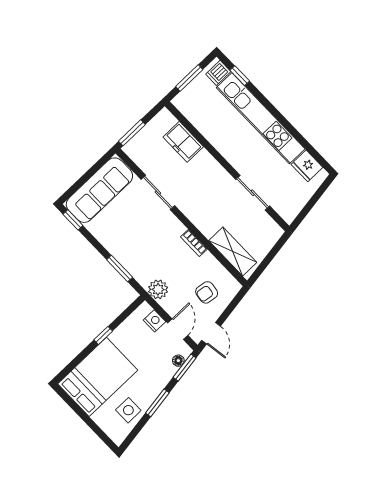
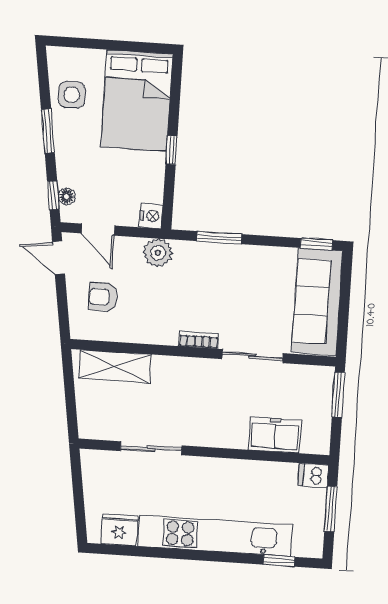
dishwasher: (218, 73) -> (313, 475), moved, turned -90
bookcase: (194, 243) -> (199, 340), moved
armchair: (207, 292) -> (103, 297), turned -98
nightstand: (154, 321) -> (151, 216), moved, turned -90
window: (185, 368) -> (53, 195), width x0.67

